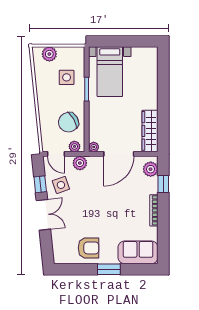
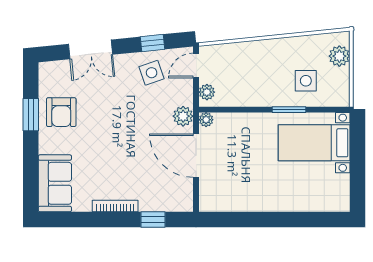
chair: (68, 122) -> (242, 83), removed
wardrobe: (150, 131) -> (229, 200), removed
plant: (80, 163) -> (183, 116), moved
plant: (151, 169) -> (174, 201), removed
double door: (43, 215) -> (90, 49), moved
window: (109, 269) -> (31, 115), moved

